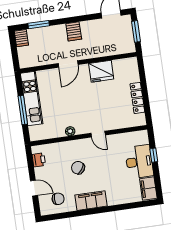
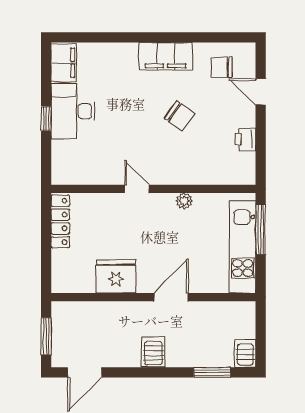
plant: (70, 131) -> (184, 201), moved
door: (98, 134) -> (137, 189), moved
wall: (89, 136) -> (153, 189), moved

